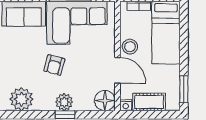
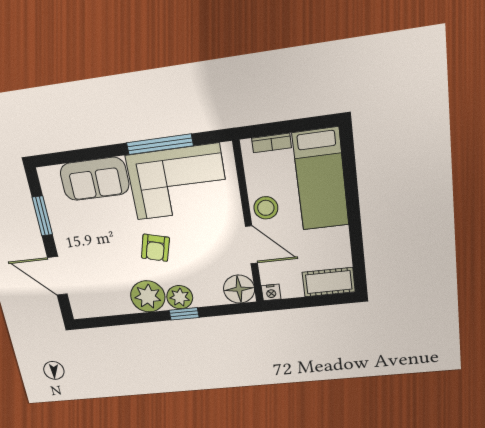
window: (184, 89) -> (358, 261), removed
plant: (21, 99) -> (148, 296), moved
cot: (149, 102) -> (329, 282), moved

